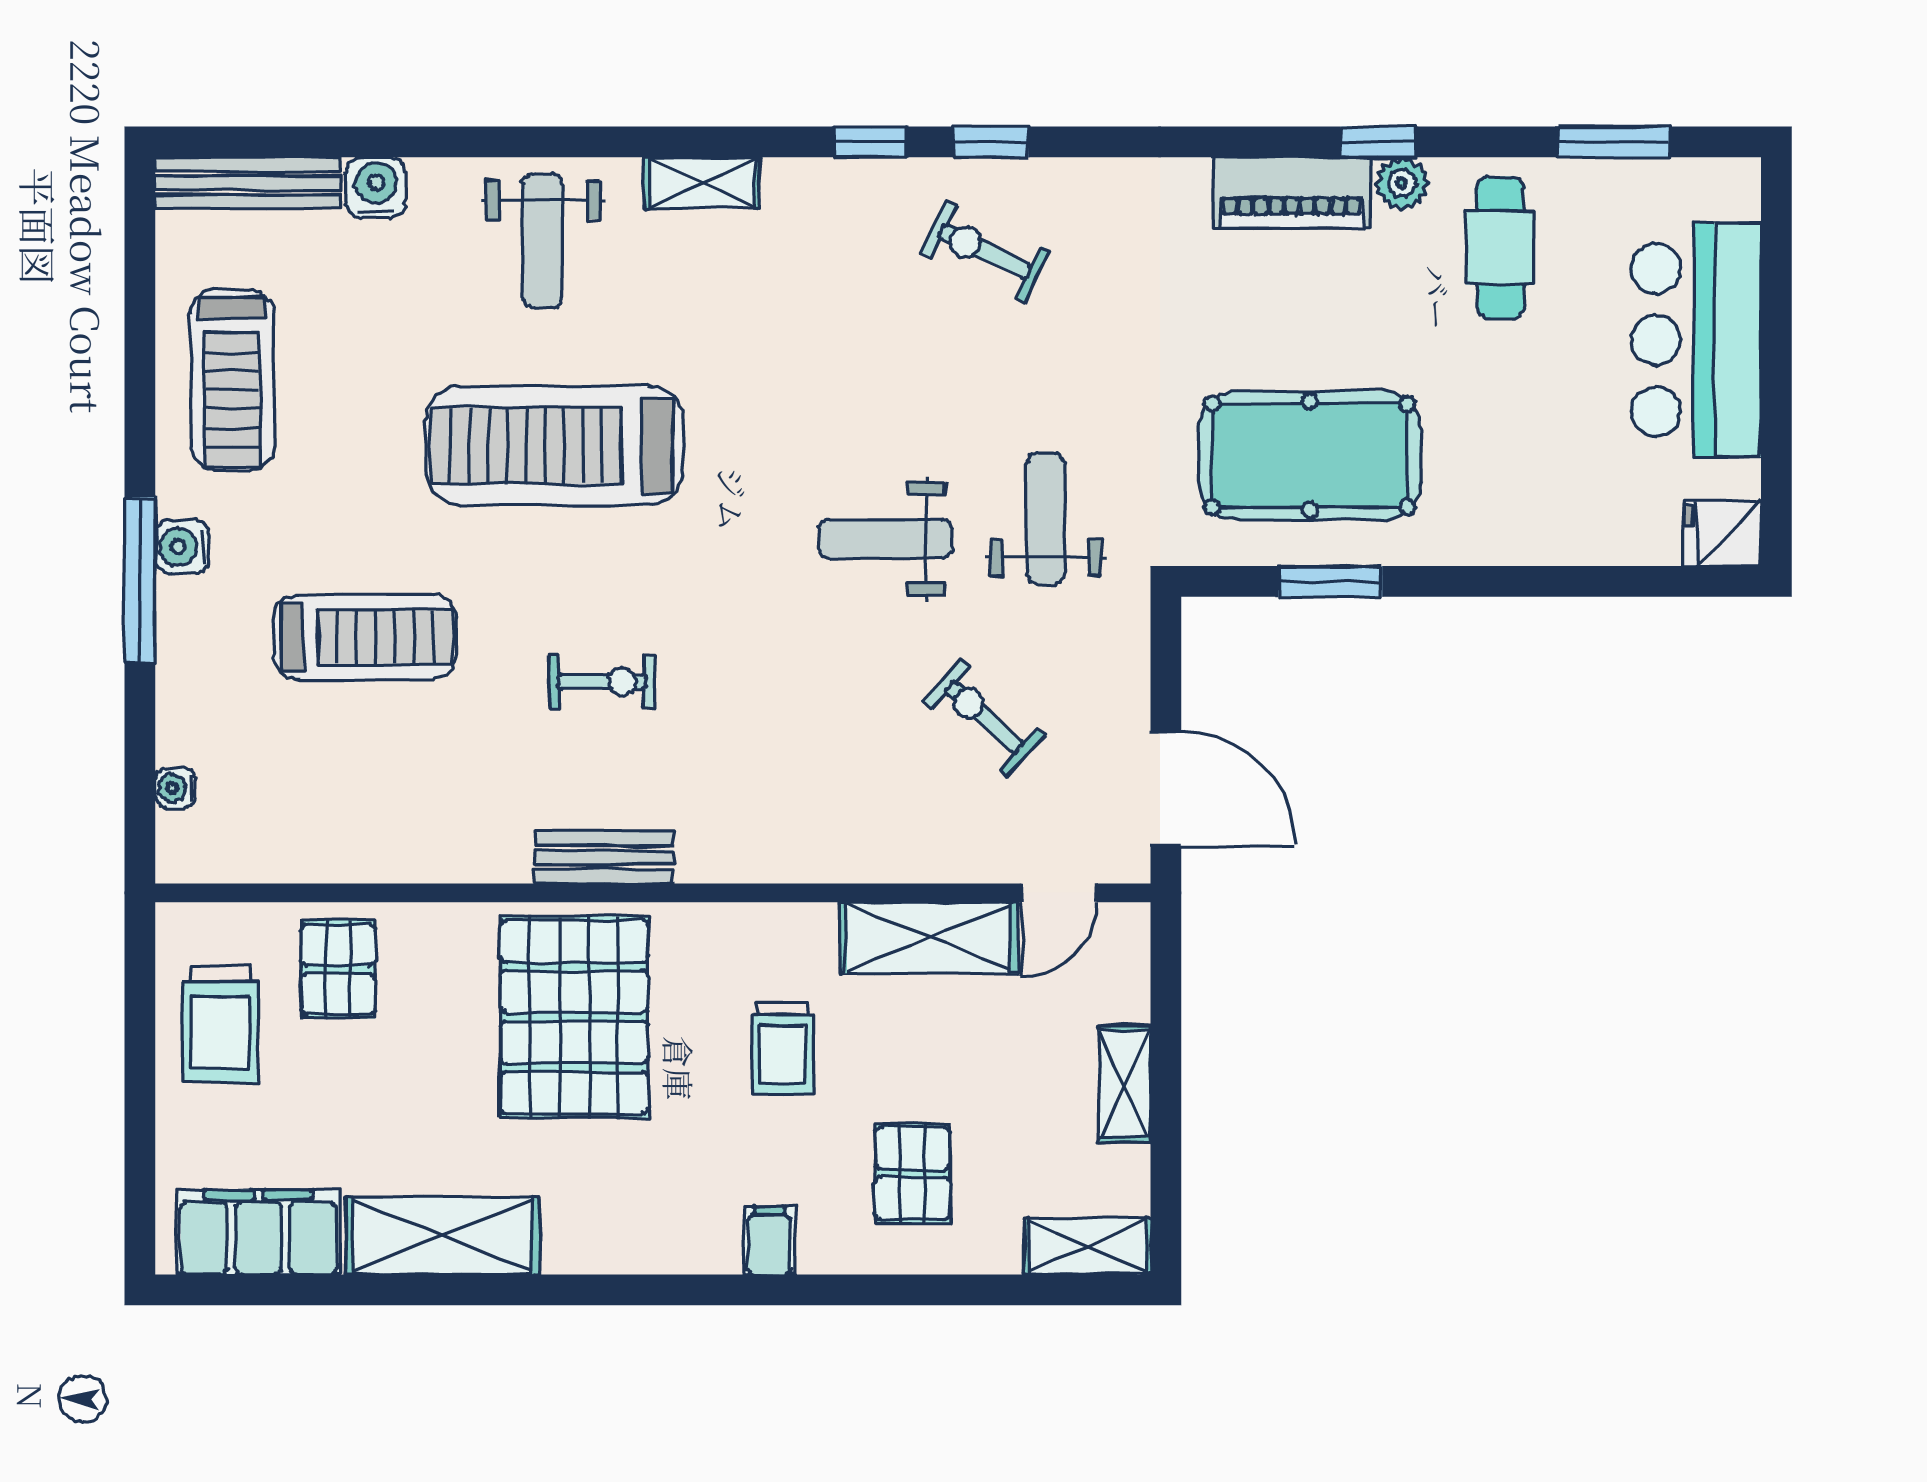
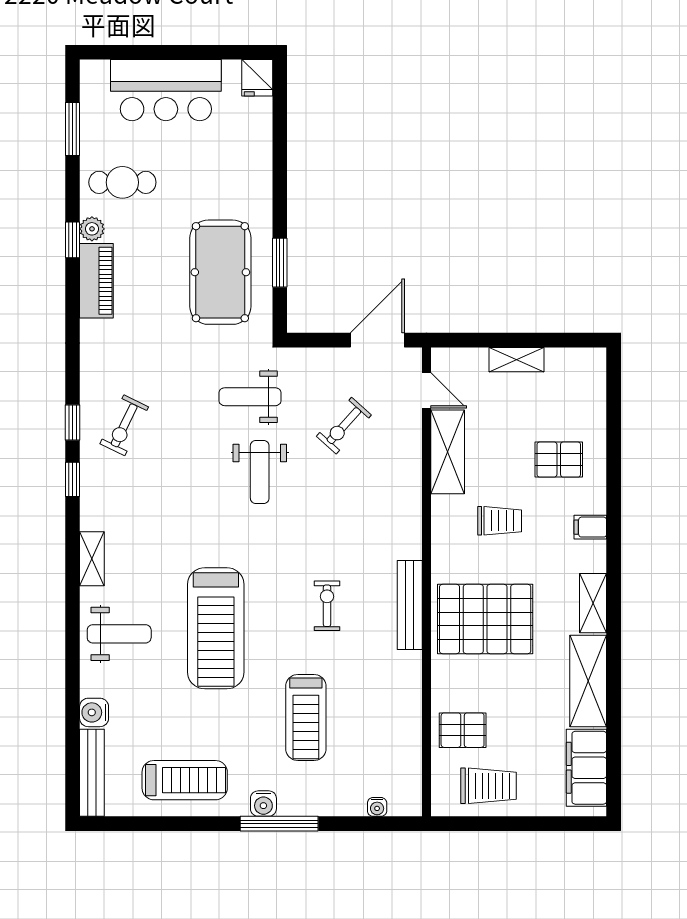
treadmill: (365, 637) -> (306, 718), turned 180
bench: (604, 857) -> (410, 605), width x1.36
shelving: (1087, 1246) -> (593, 603), moved

